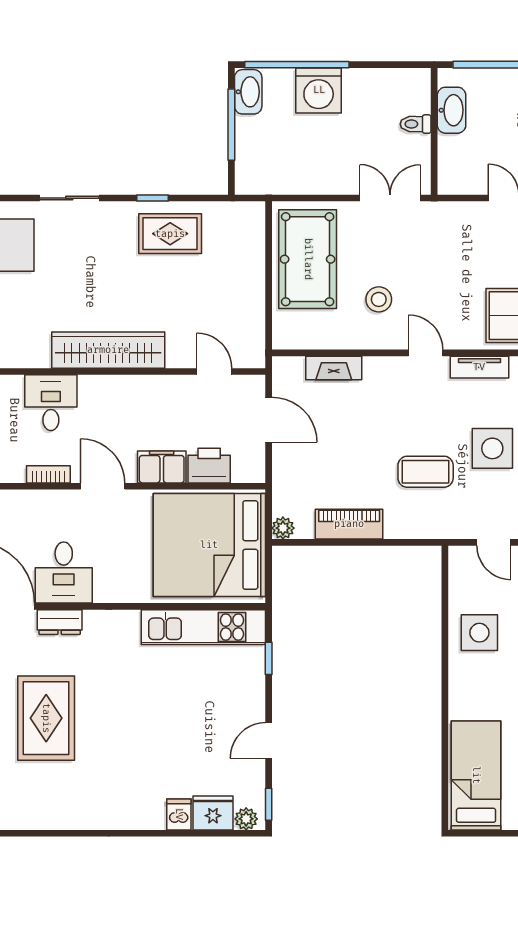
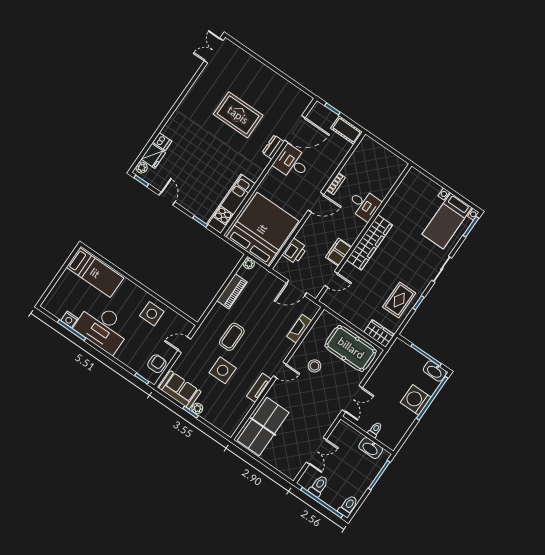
wardrobe: (250, 229) -> (379, 334), added
filing cabinet: (162, 467) -> (339, 252), moved, turned 180

